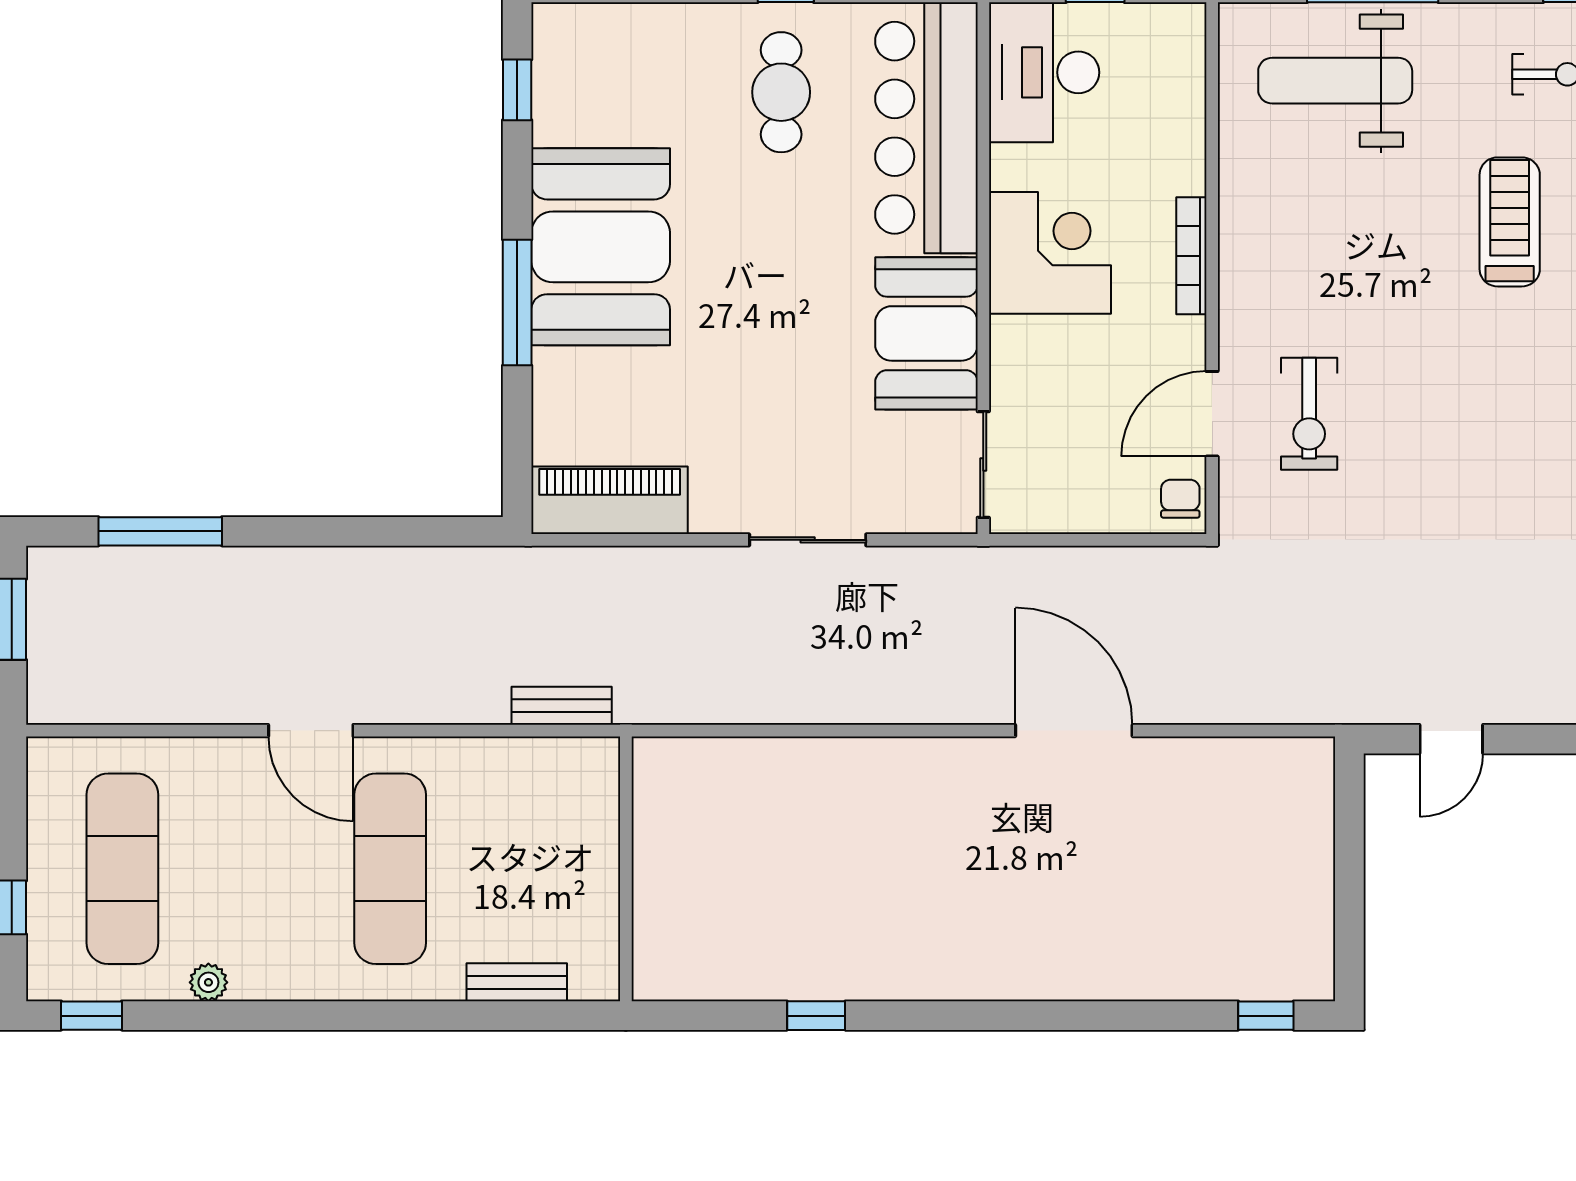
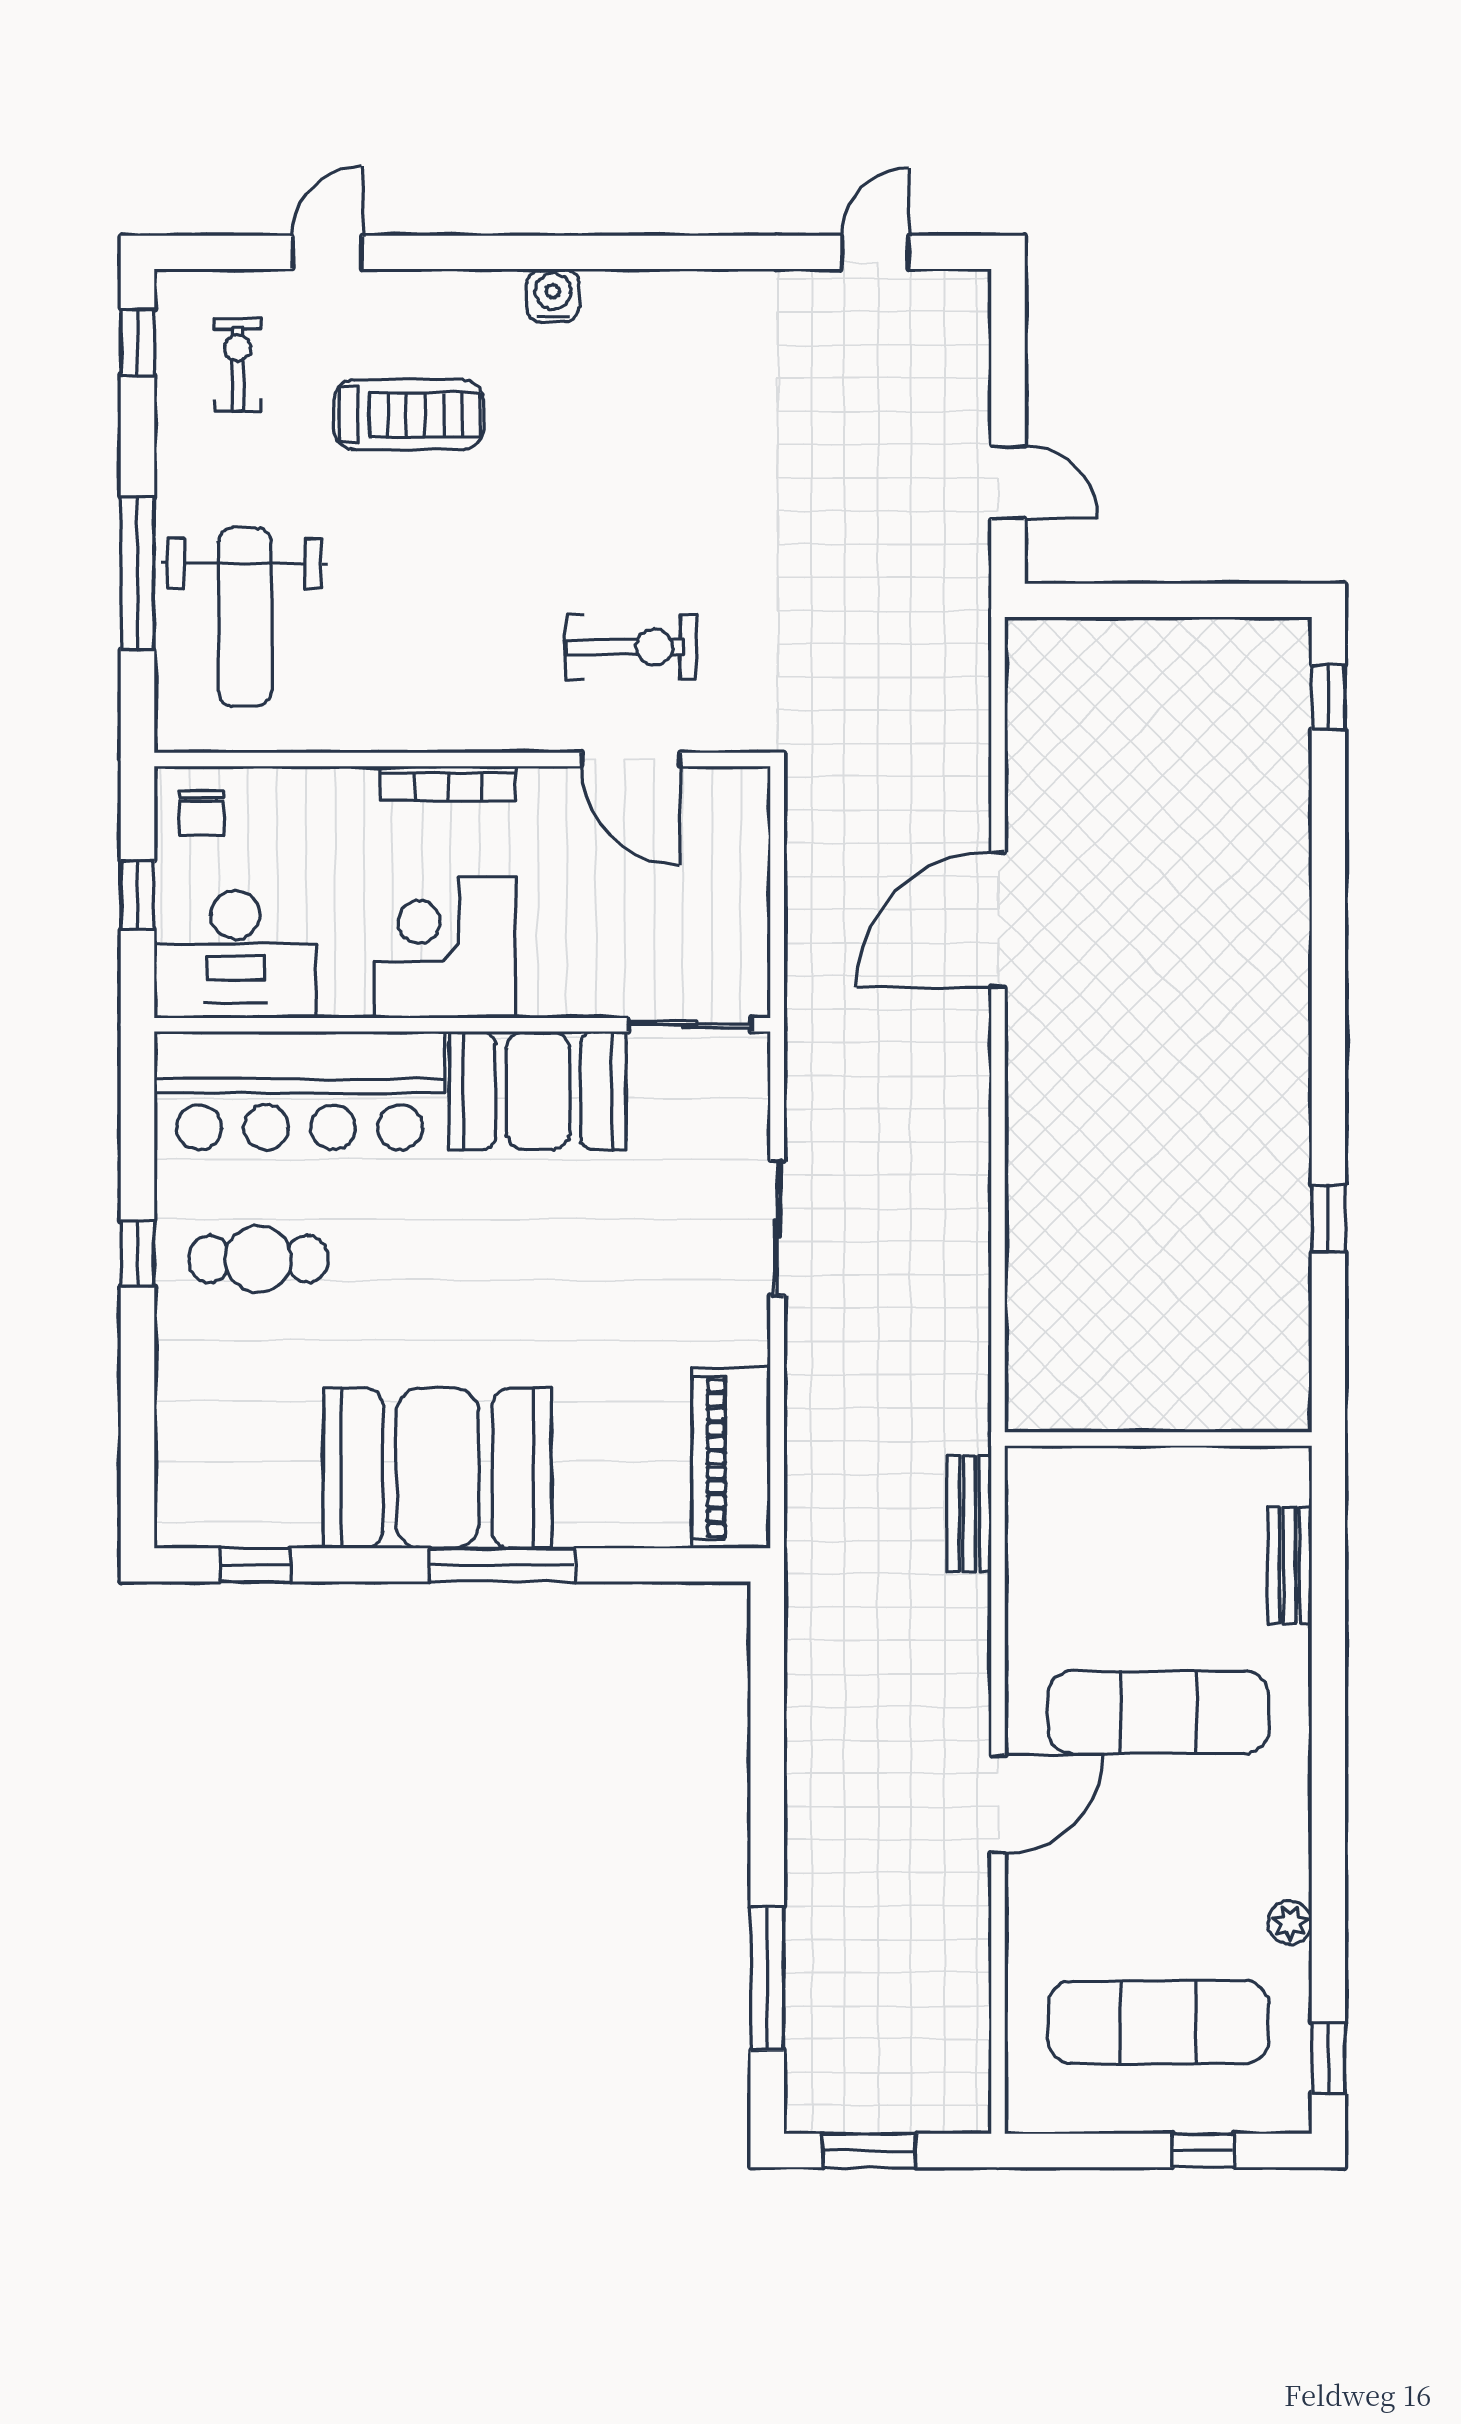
treadmill: (1510, 222) -> (409, 415), turned 180
chair: (1180, 499) -> (201, 813), moved, turned -90

